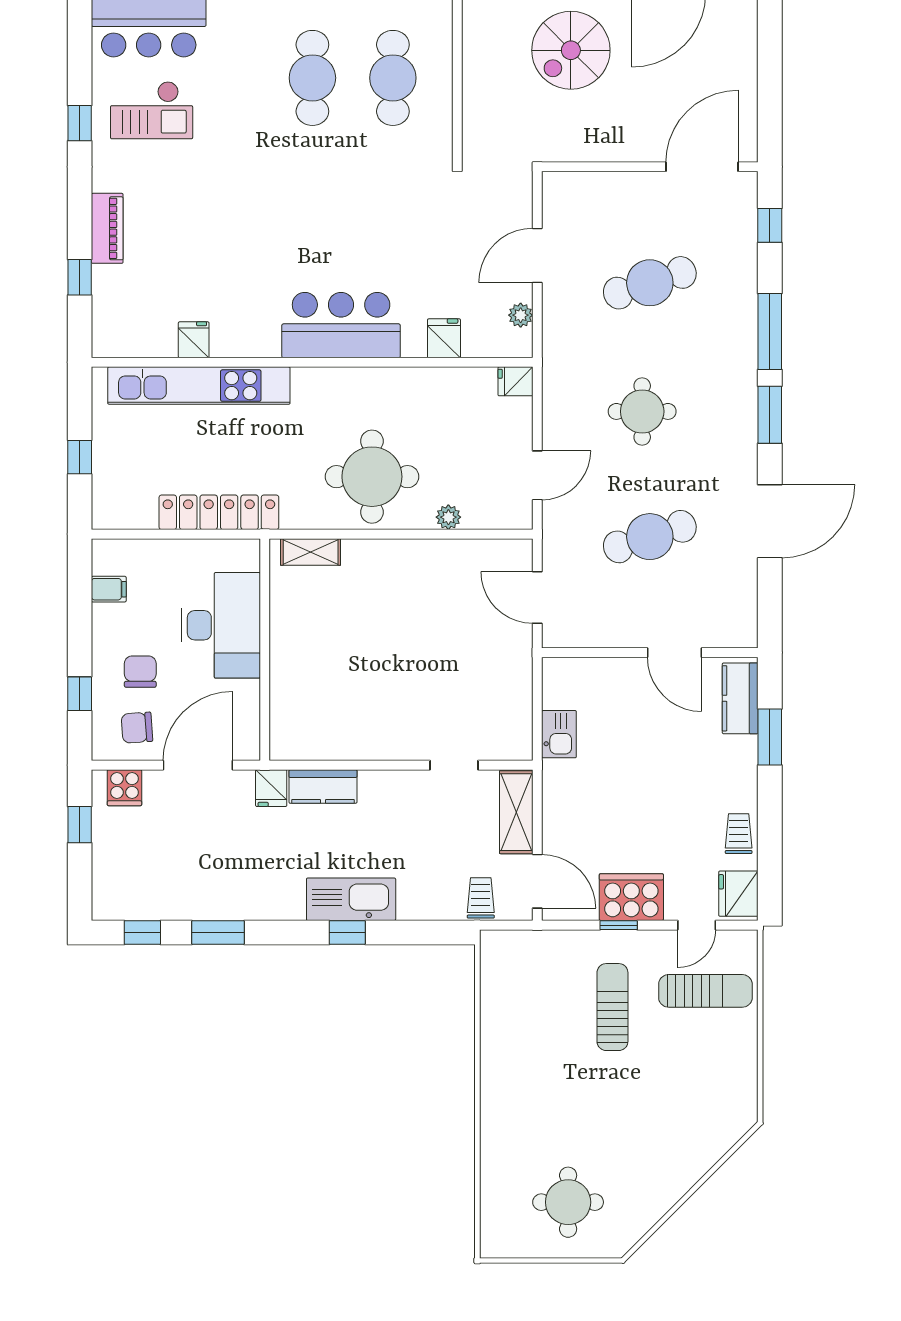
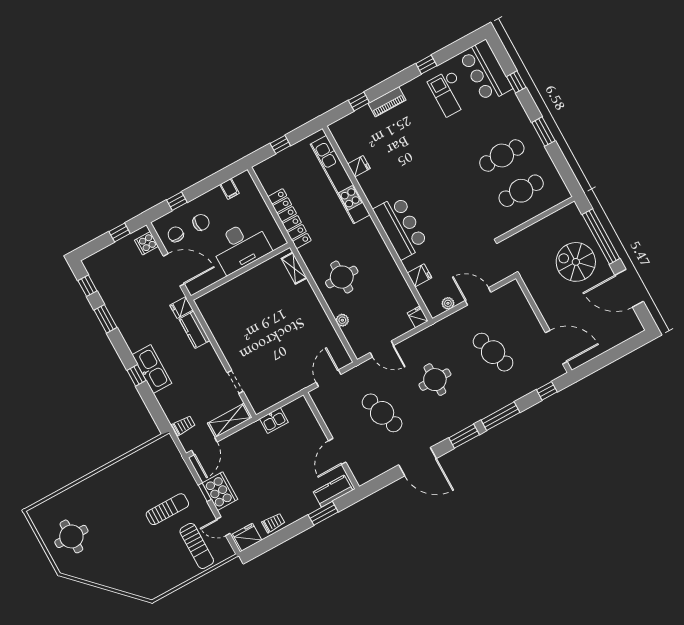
round table: (372, 477) -> (342, 277), width x0.73, depth x0.73

